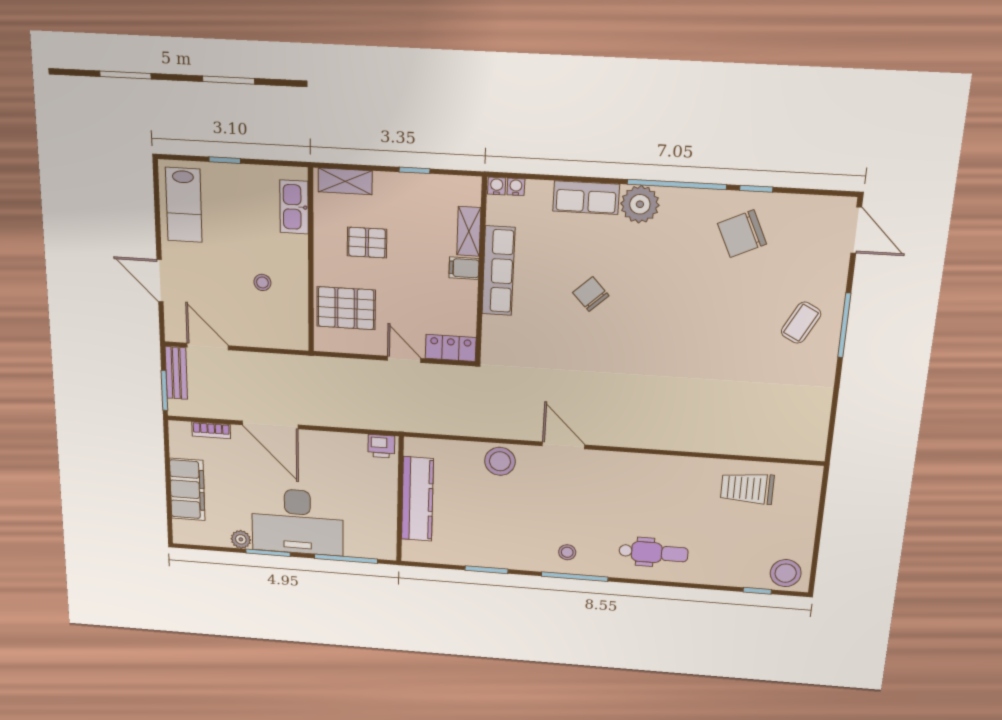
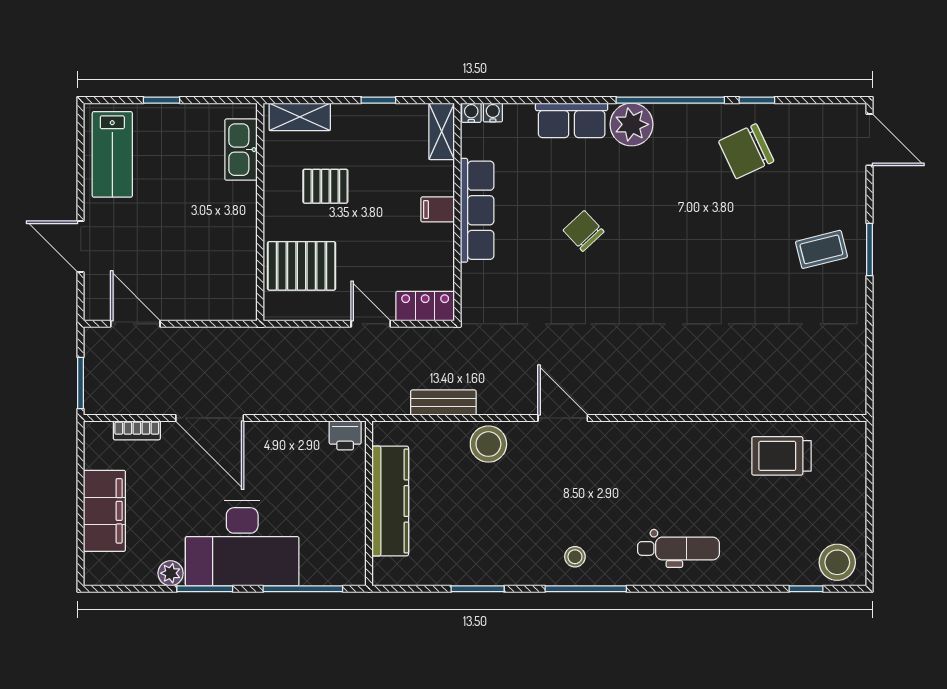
shelving: (469, 231) -> (442, 131), moved
stool: (262, 282) -> (203, 241), removed
coffee table: (801, 323) -> (821, 249), turned 48
window: (844, 325) -> (869, 249), width x0.69
bench: (176, 373) -> (443, 403), moved, turned 90

